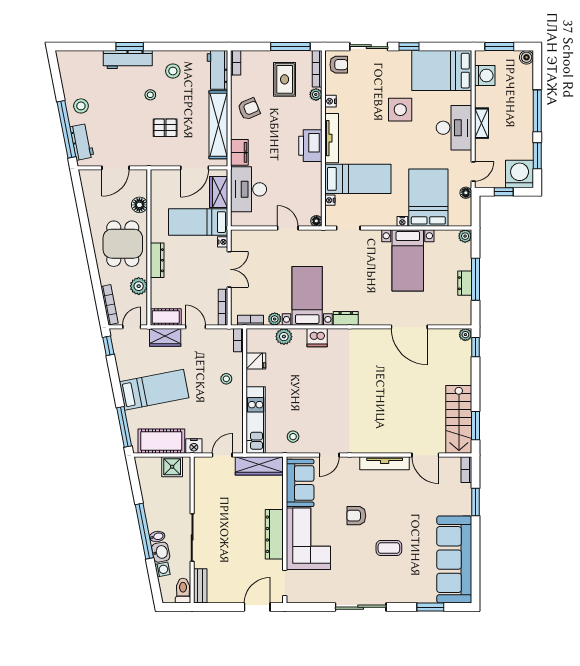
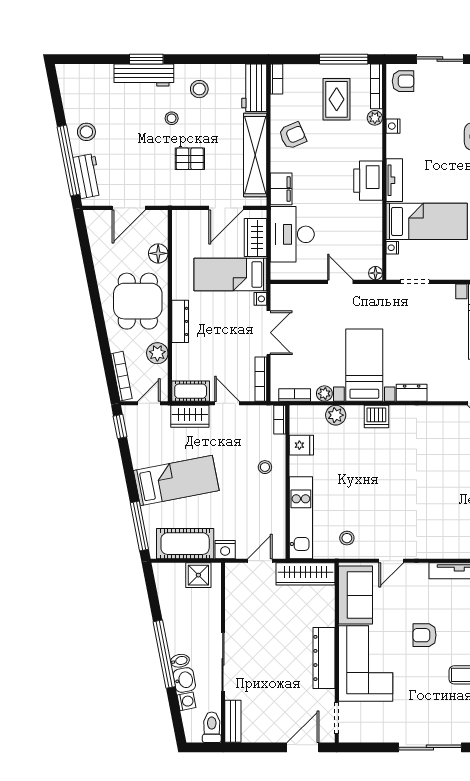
tv unit: (332, 138) -> (394, 180), width x0.71

